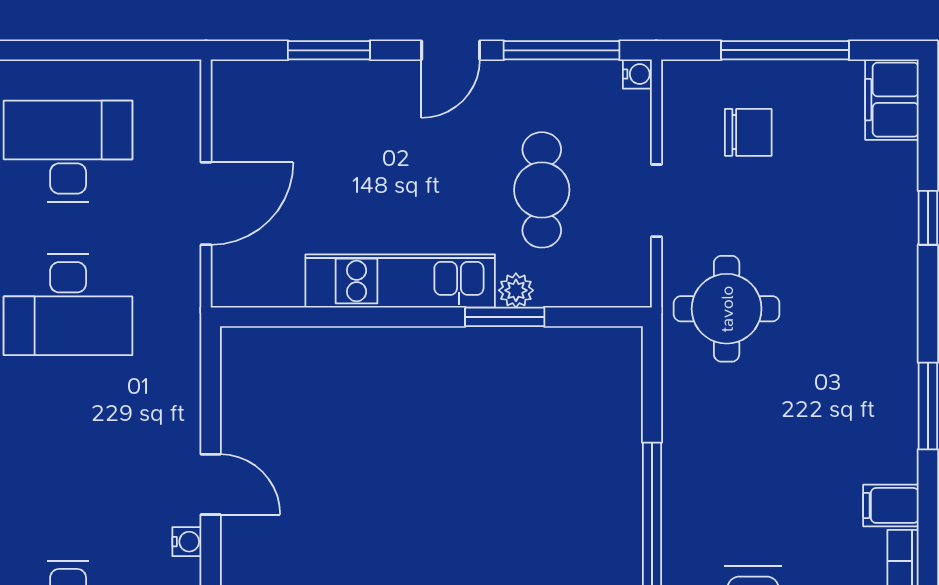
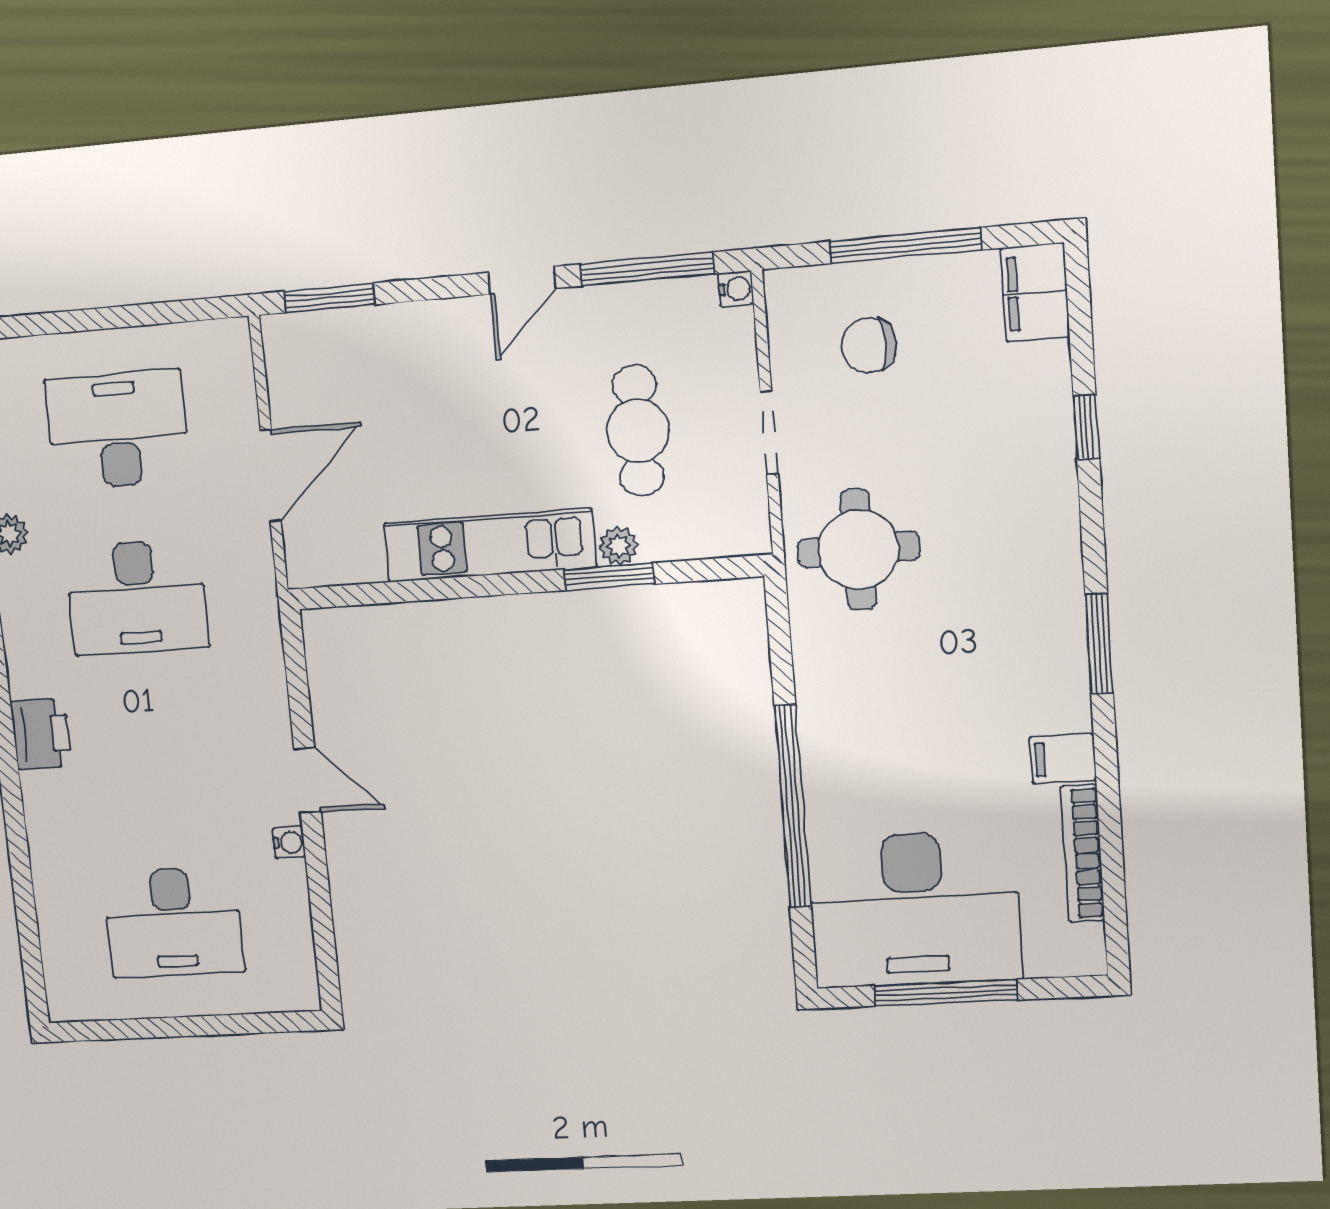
window: (329, 50) -> (329, 298), moved
chair: (748, 132) -> (869, 345), turned 180

